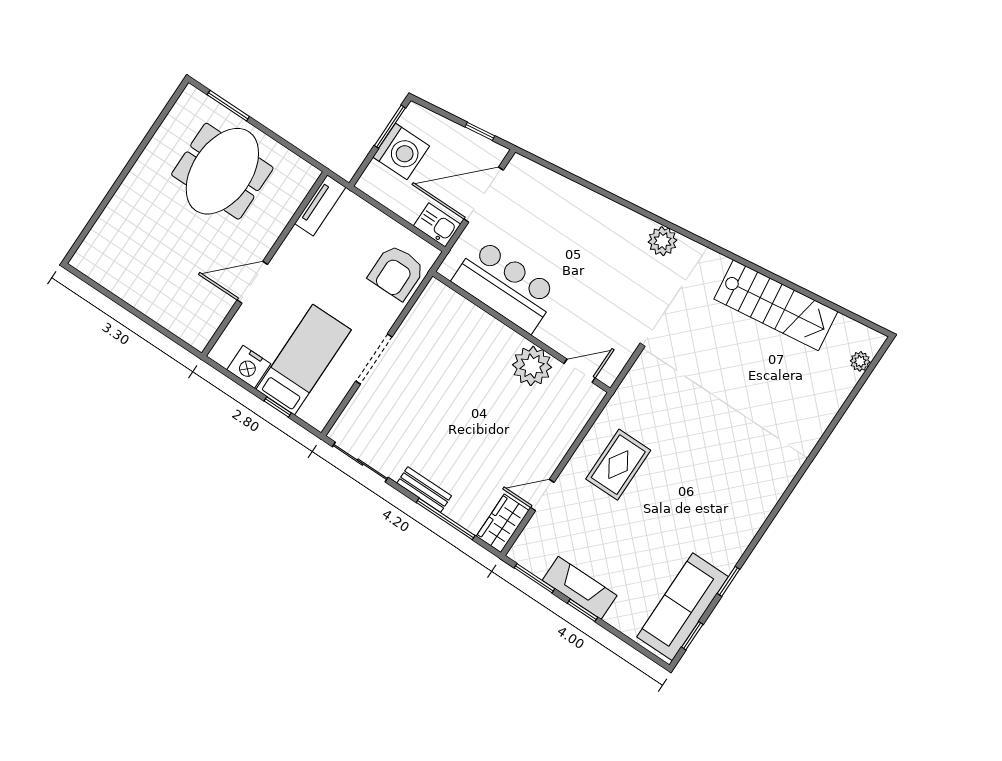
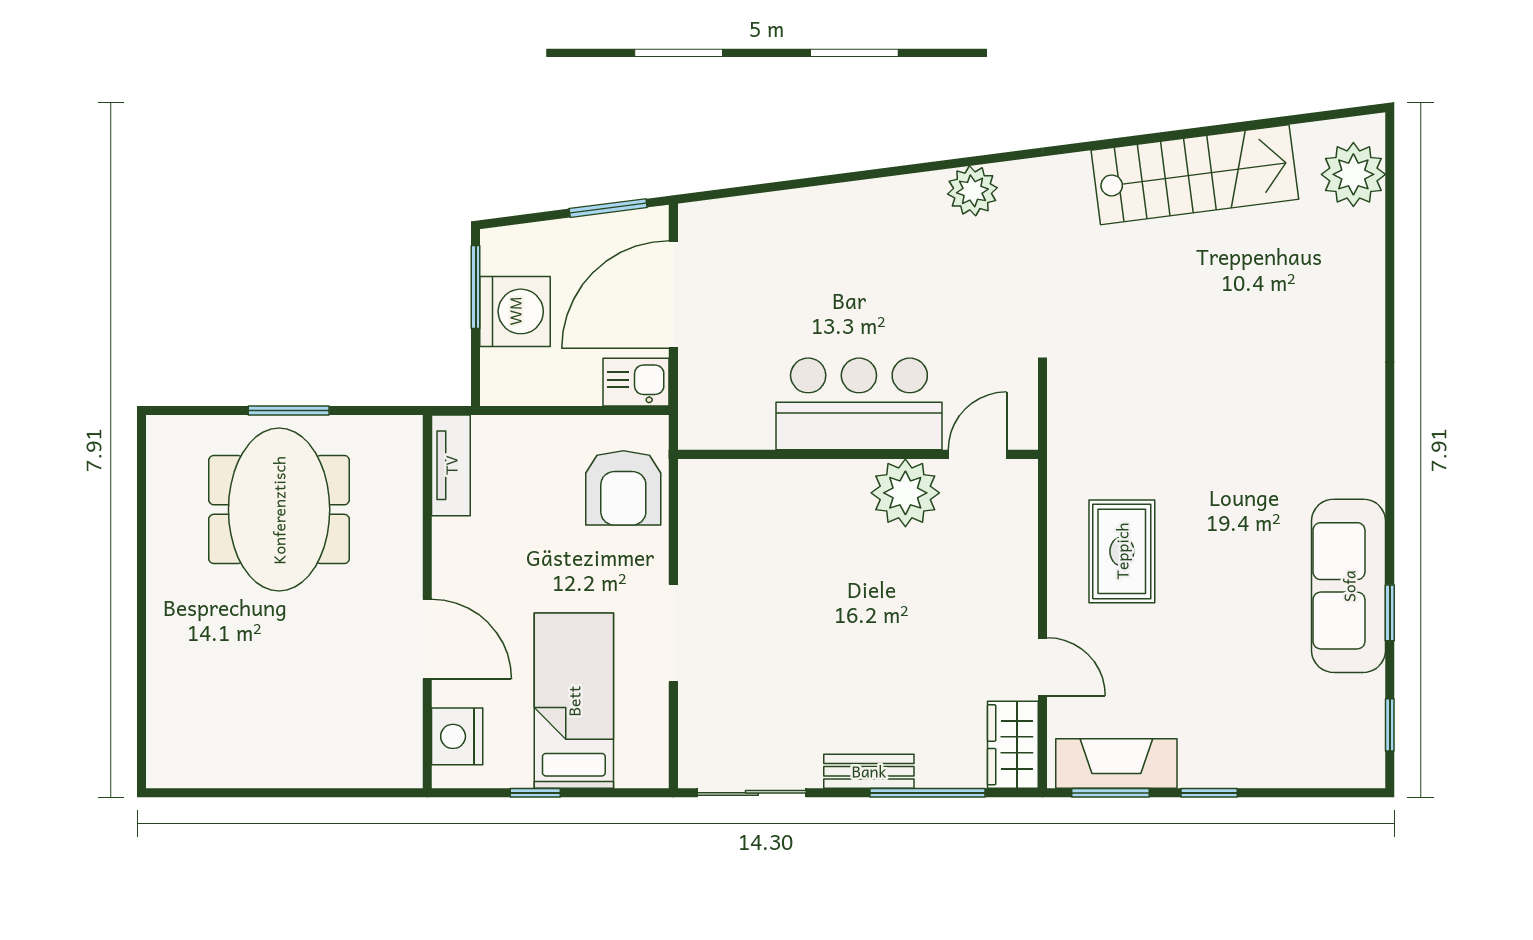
window: (228, 106) -> (289, 410), moved
window: (480, 131) -> (608, 208), width x1.50
door: (252, 282) -> (427, 639), swing flipped
bar counter: (505, 286) -> (859, 404), moved
plant: (860, 361) -> (1353, 174), width x1.87, depth x1.87
nightstand: (249, 367) -> (457, 736), moved, turned 90
window: (278, 407) -> (535, 793), moved
door: (542, 495) -> (1043, 667), swing flipped
fireplace: (580, 588) -> (1116, 764), moved
sofa: (683, 607) -> (1349, 586), moved

